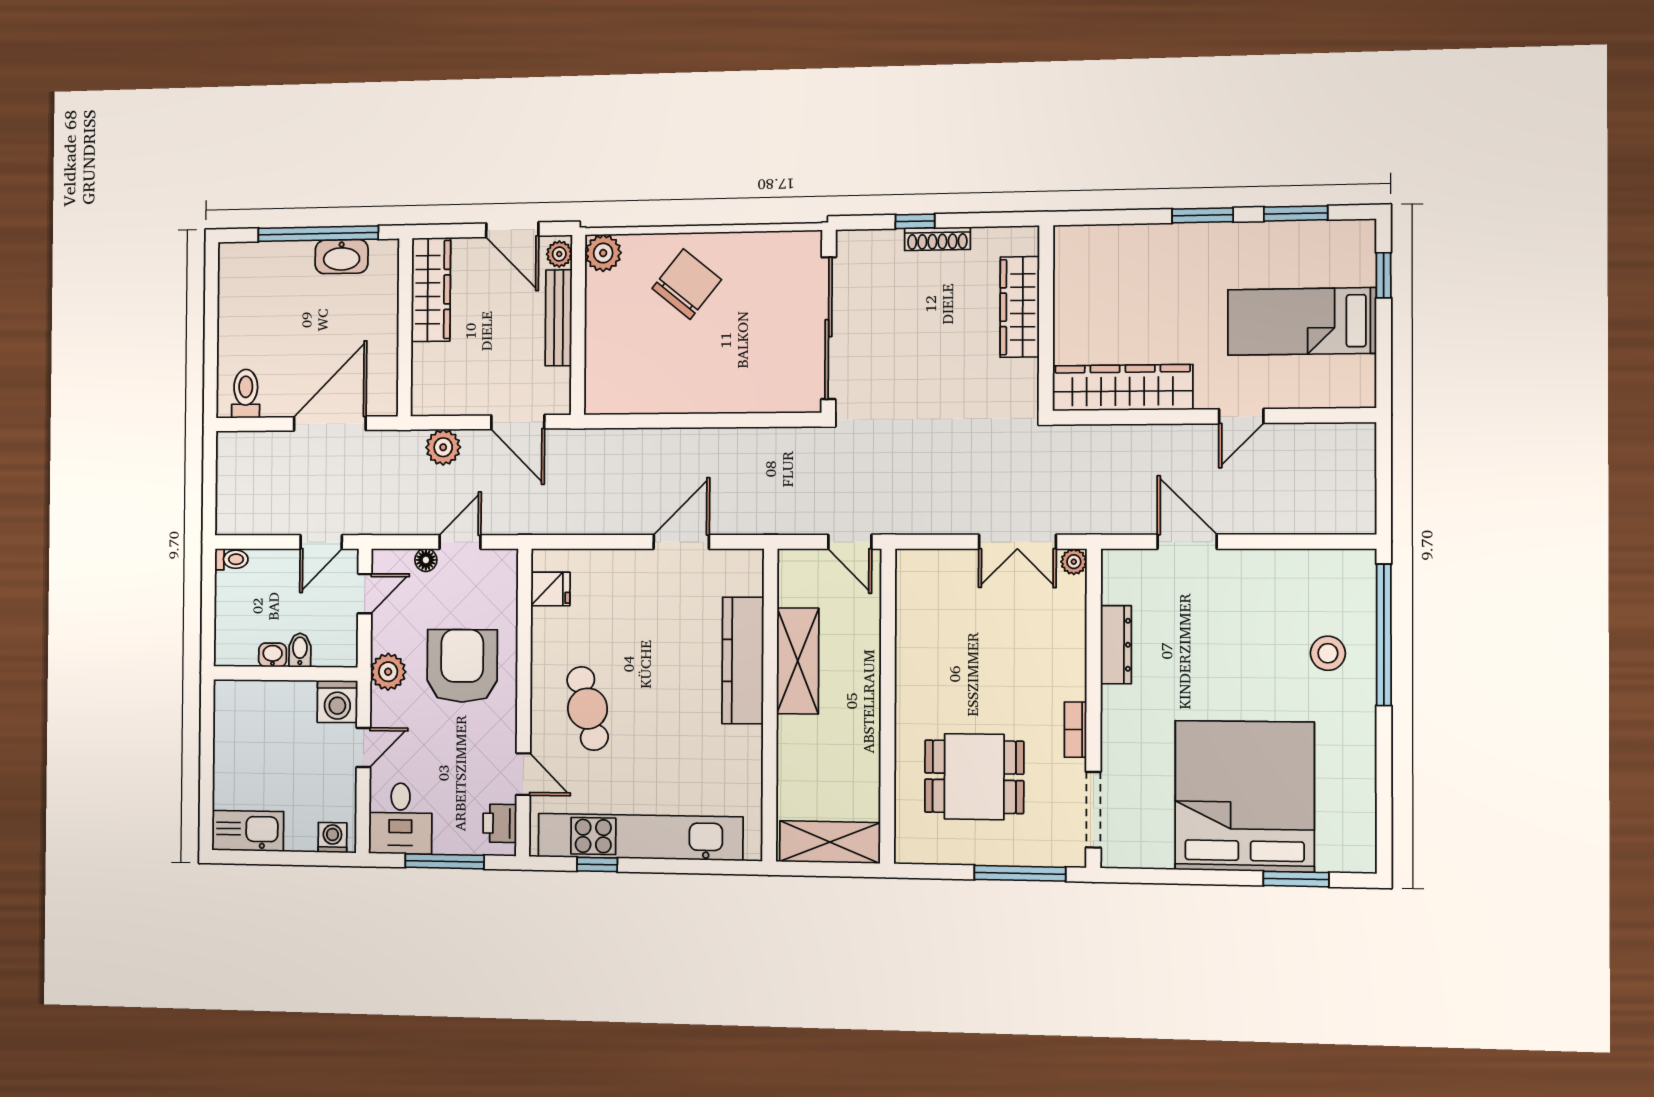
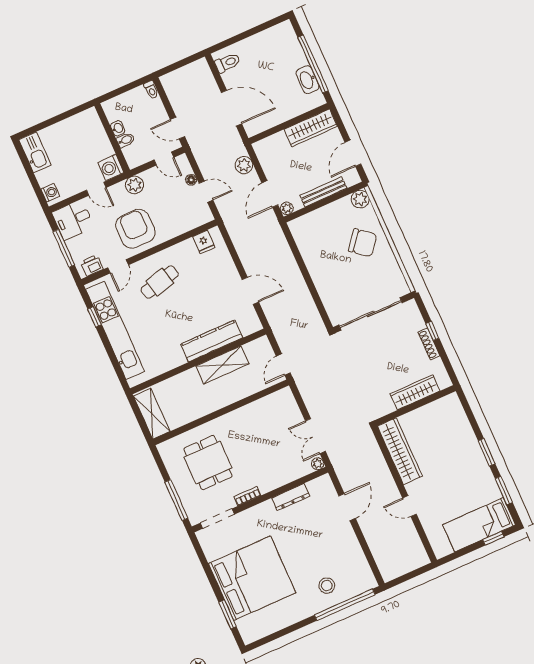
plant: (559, 254) -> (287, 208), moved
bed: (1302, 321) -> (479, 525), moved, turned -90
armchair: (462, 666) -> (135, 229), moved, turned -90

